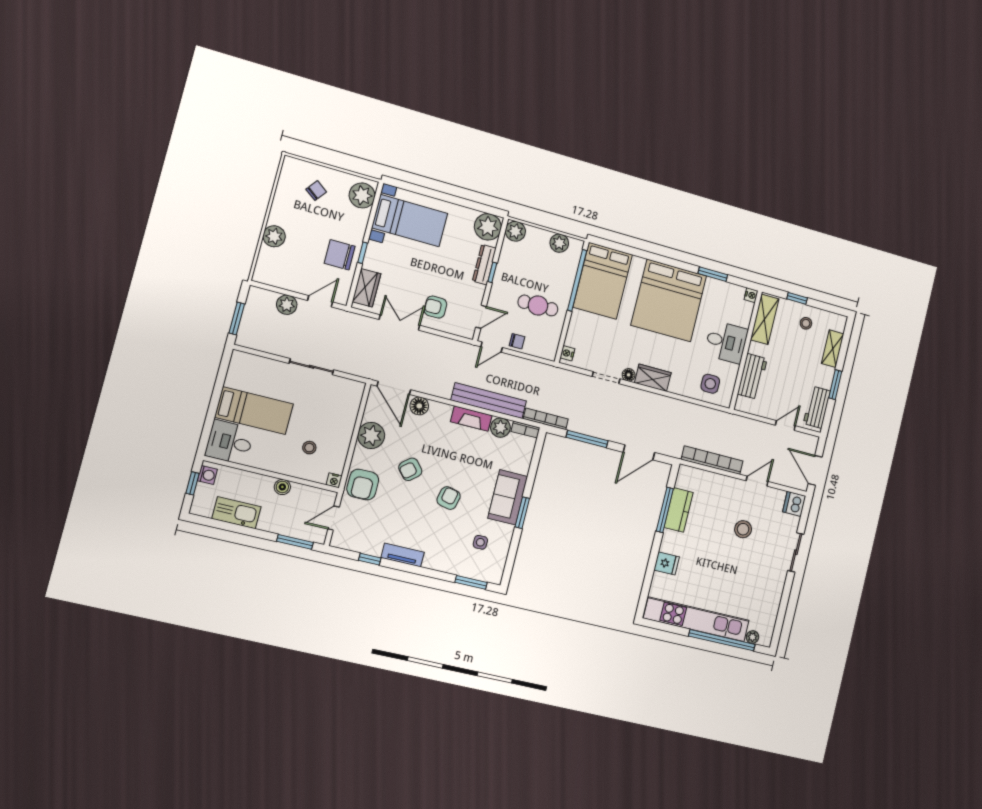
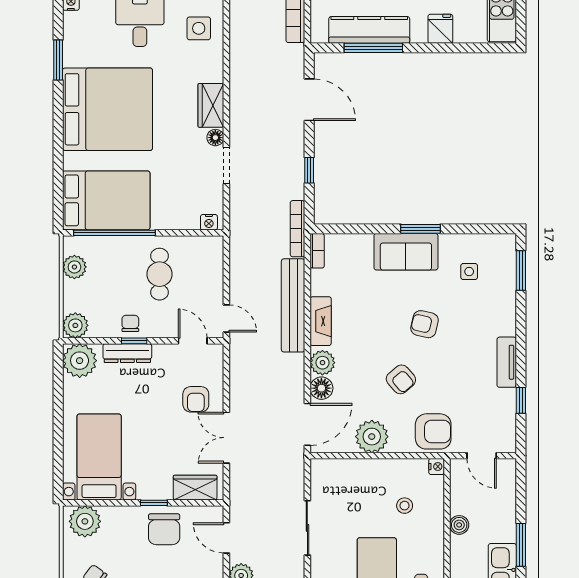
chair: (517, 341) -> (130, 323), moved
plant: (500, 428) -> (322, 363), moved
window: (587, 439) -> (309, 170), width x0.46
kitchen counter: (679, 510) -> (369, 30), width x1.50
window: (295, 542) -> (521, 545), moved

